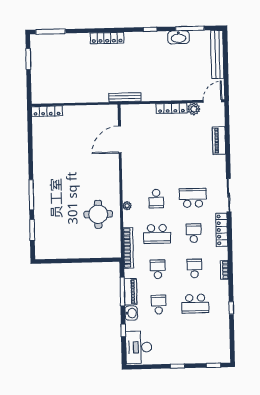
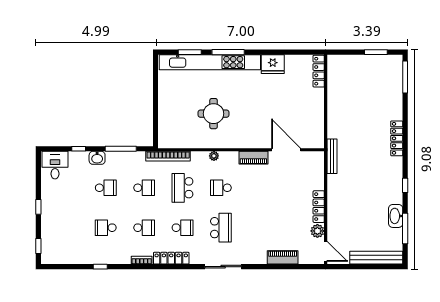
fridge: (41, 154) -> (273, 64), added
kitchen unit: (41, 211) -> (210, 62), added
round table: (98, 214) -> (214, 114), moved
locker: (222, 230) -> (171, 258), moved
piano: (131, 292) -> (253, 158), moved
school desk: (195, 304) -> (106, 228), width x0.54
desk: (139, 347) -> (55, 165), width x0.73

